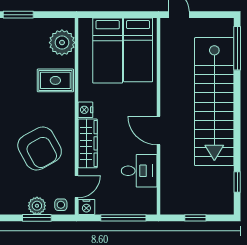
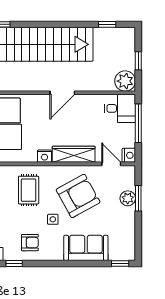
rug: (55, 80) -> (29, 190), moved
desk: (139, 171) -> (120, 108), moved, turned 90
plant: (172, 203) -> (125, 81), added
side table: (61, 205) -> (53, 219), moved

